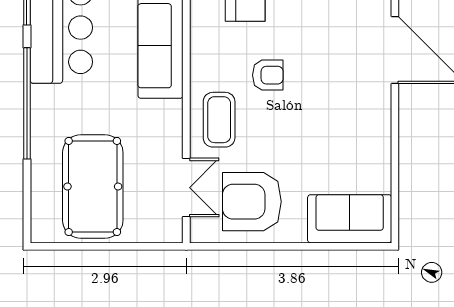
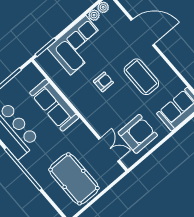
coffee table: (219, 120) -> (141, 77), moved, width x1.36, depth x1.32
armchair: (252, 202) -> (138, 134), turned 180

